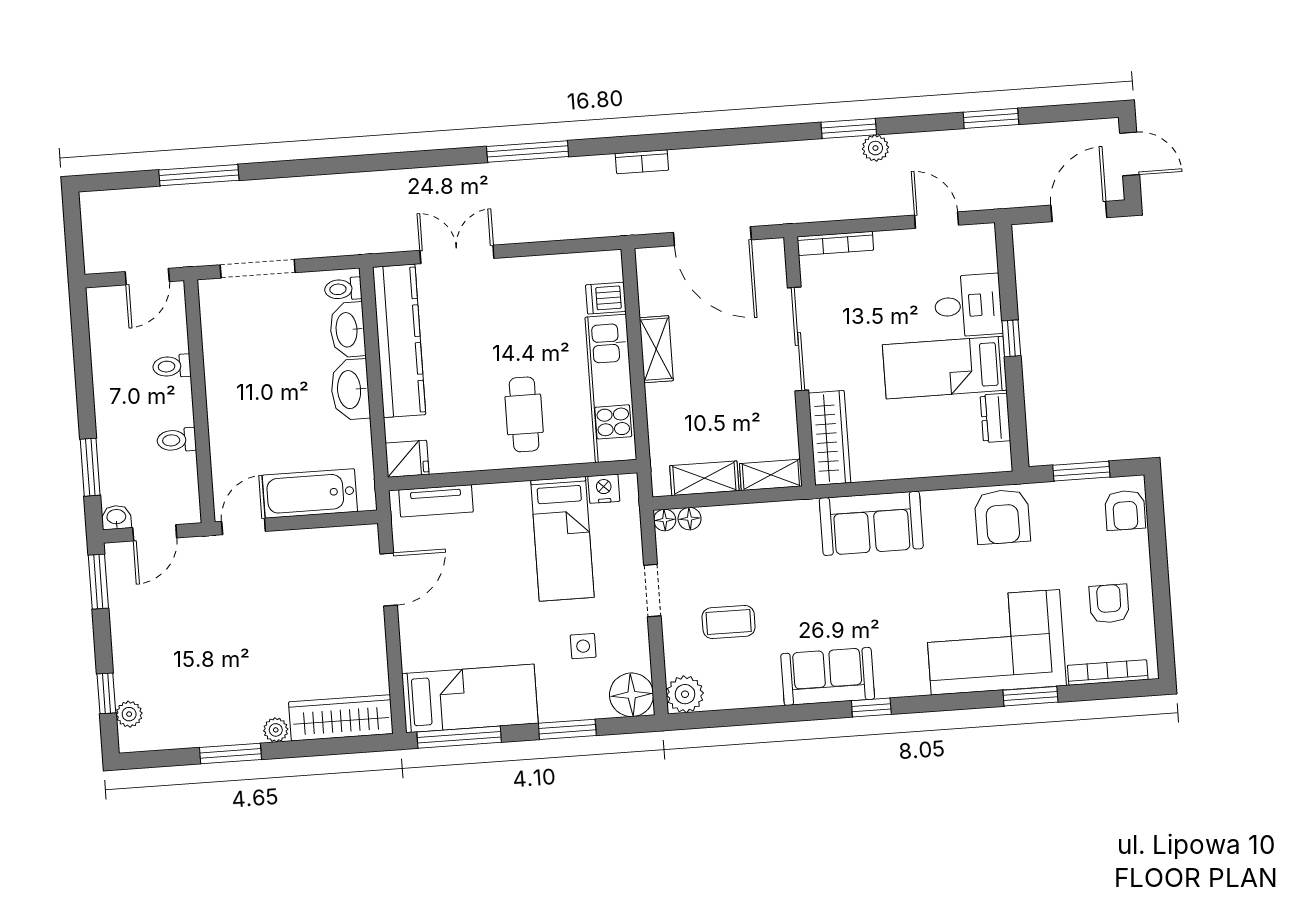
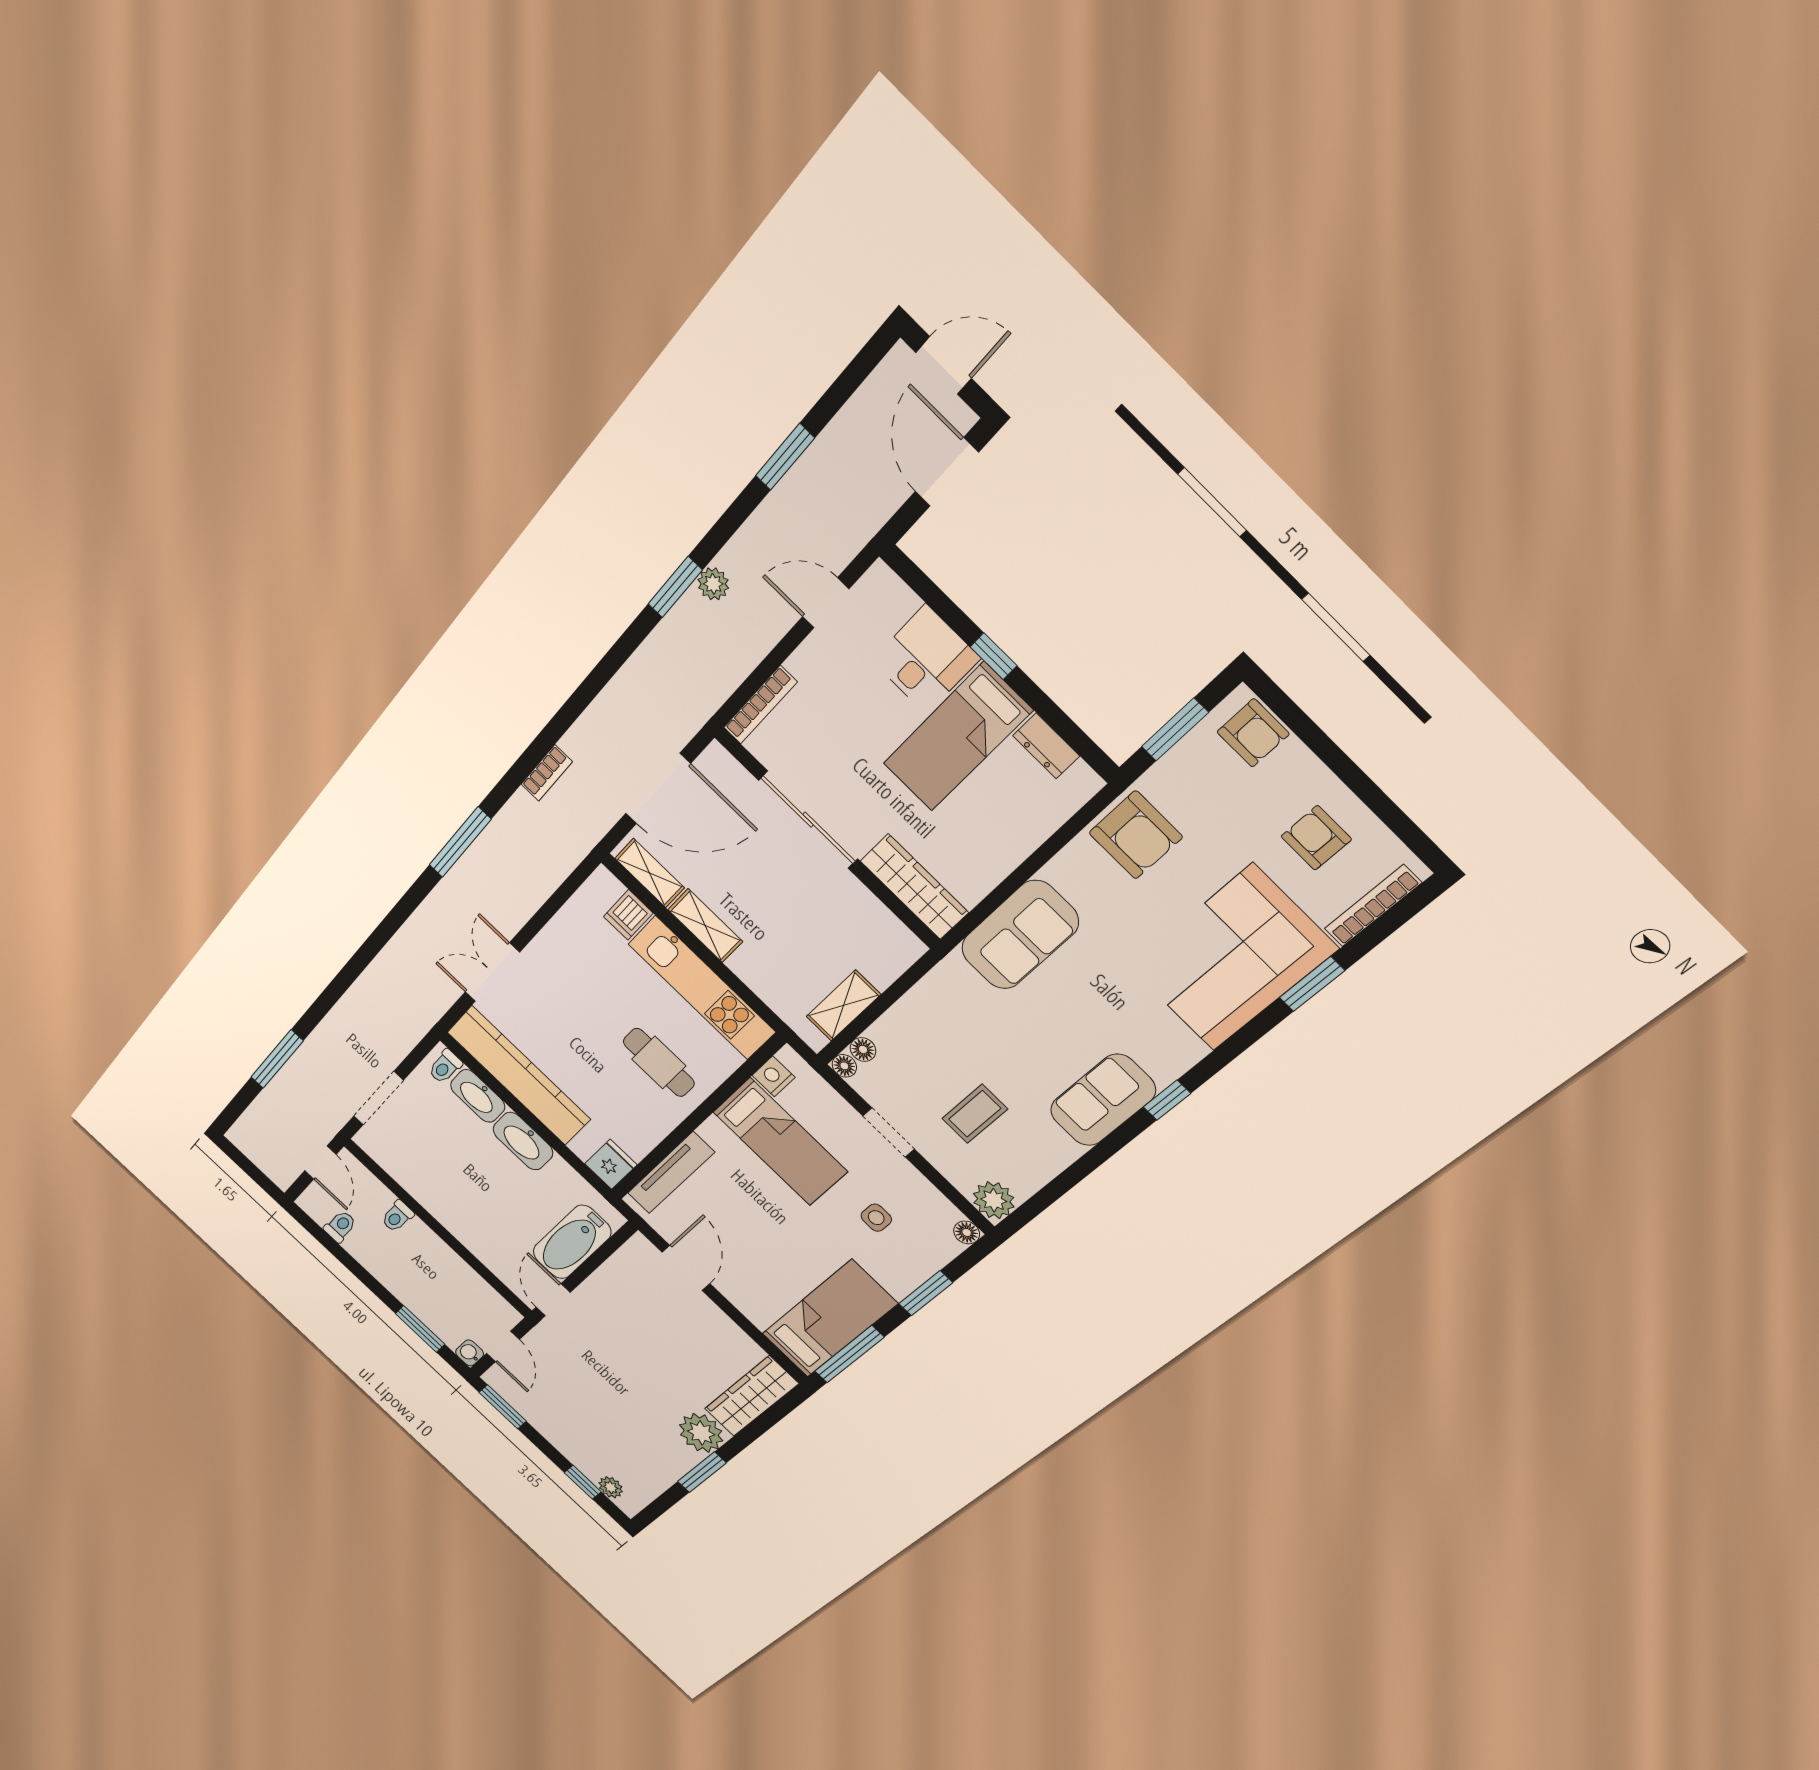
toilet: (176, 440) -> (340, 1226), moved, turned 180
shelving: (771, 475) -> (650, 873), moved, turned 90
tv unit: (436, 501) -> (671, 1173), width x1.41
floor lamp: (632, 695) -> (967, 1232), width x0.53, depth x0.53
plant: (276, 730) -> (701, 1433), width x1.87, depth x1.87

